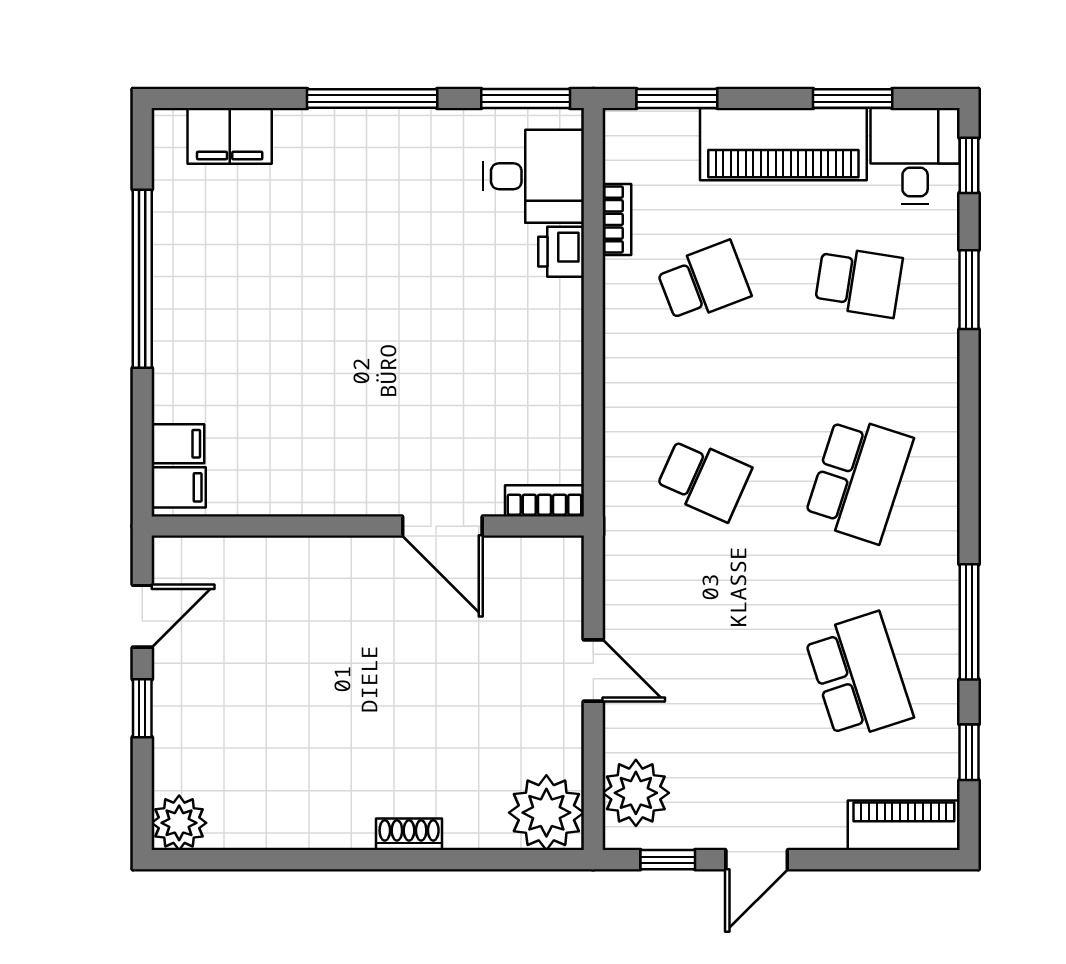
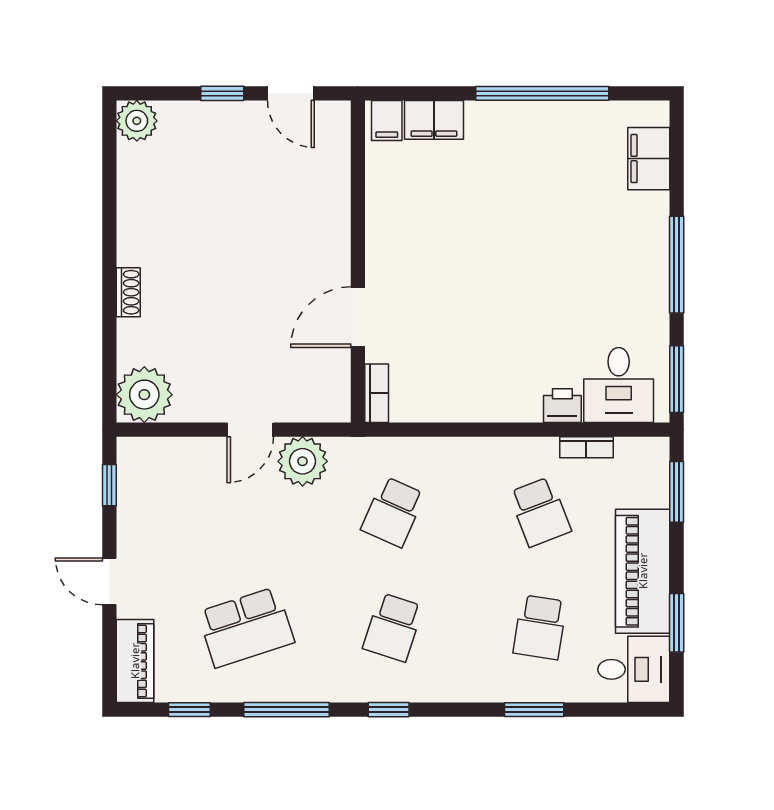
window: (969, 165) -> (389, 710), moved
filing cabinet: (178, 444) -> (434, 120), width x2.00
school desk: (859, 479) -> (393, 627), width x0.54
plant: (636, 793) -> (303, 461), moved
door: (757, 860) -> (109, 581), moved

